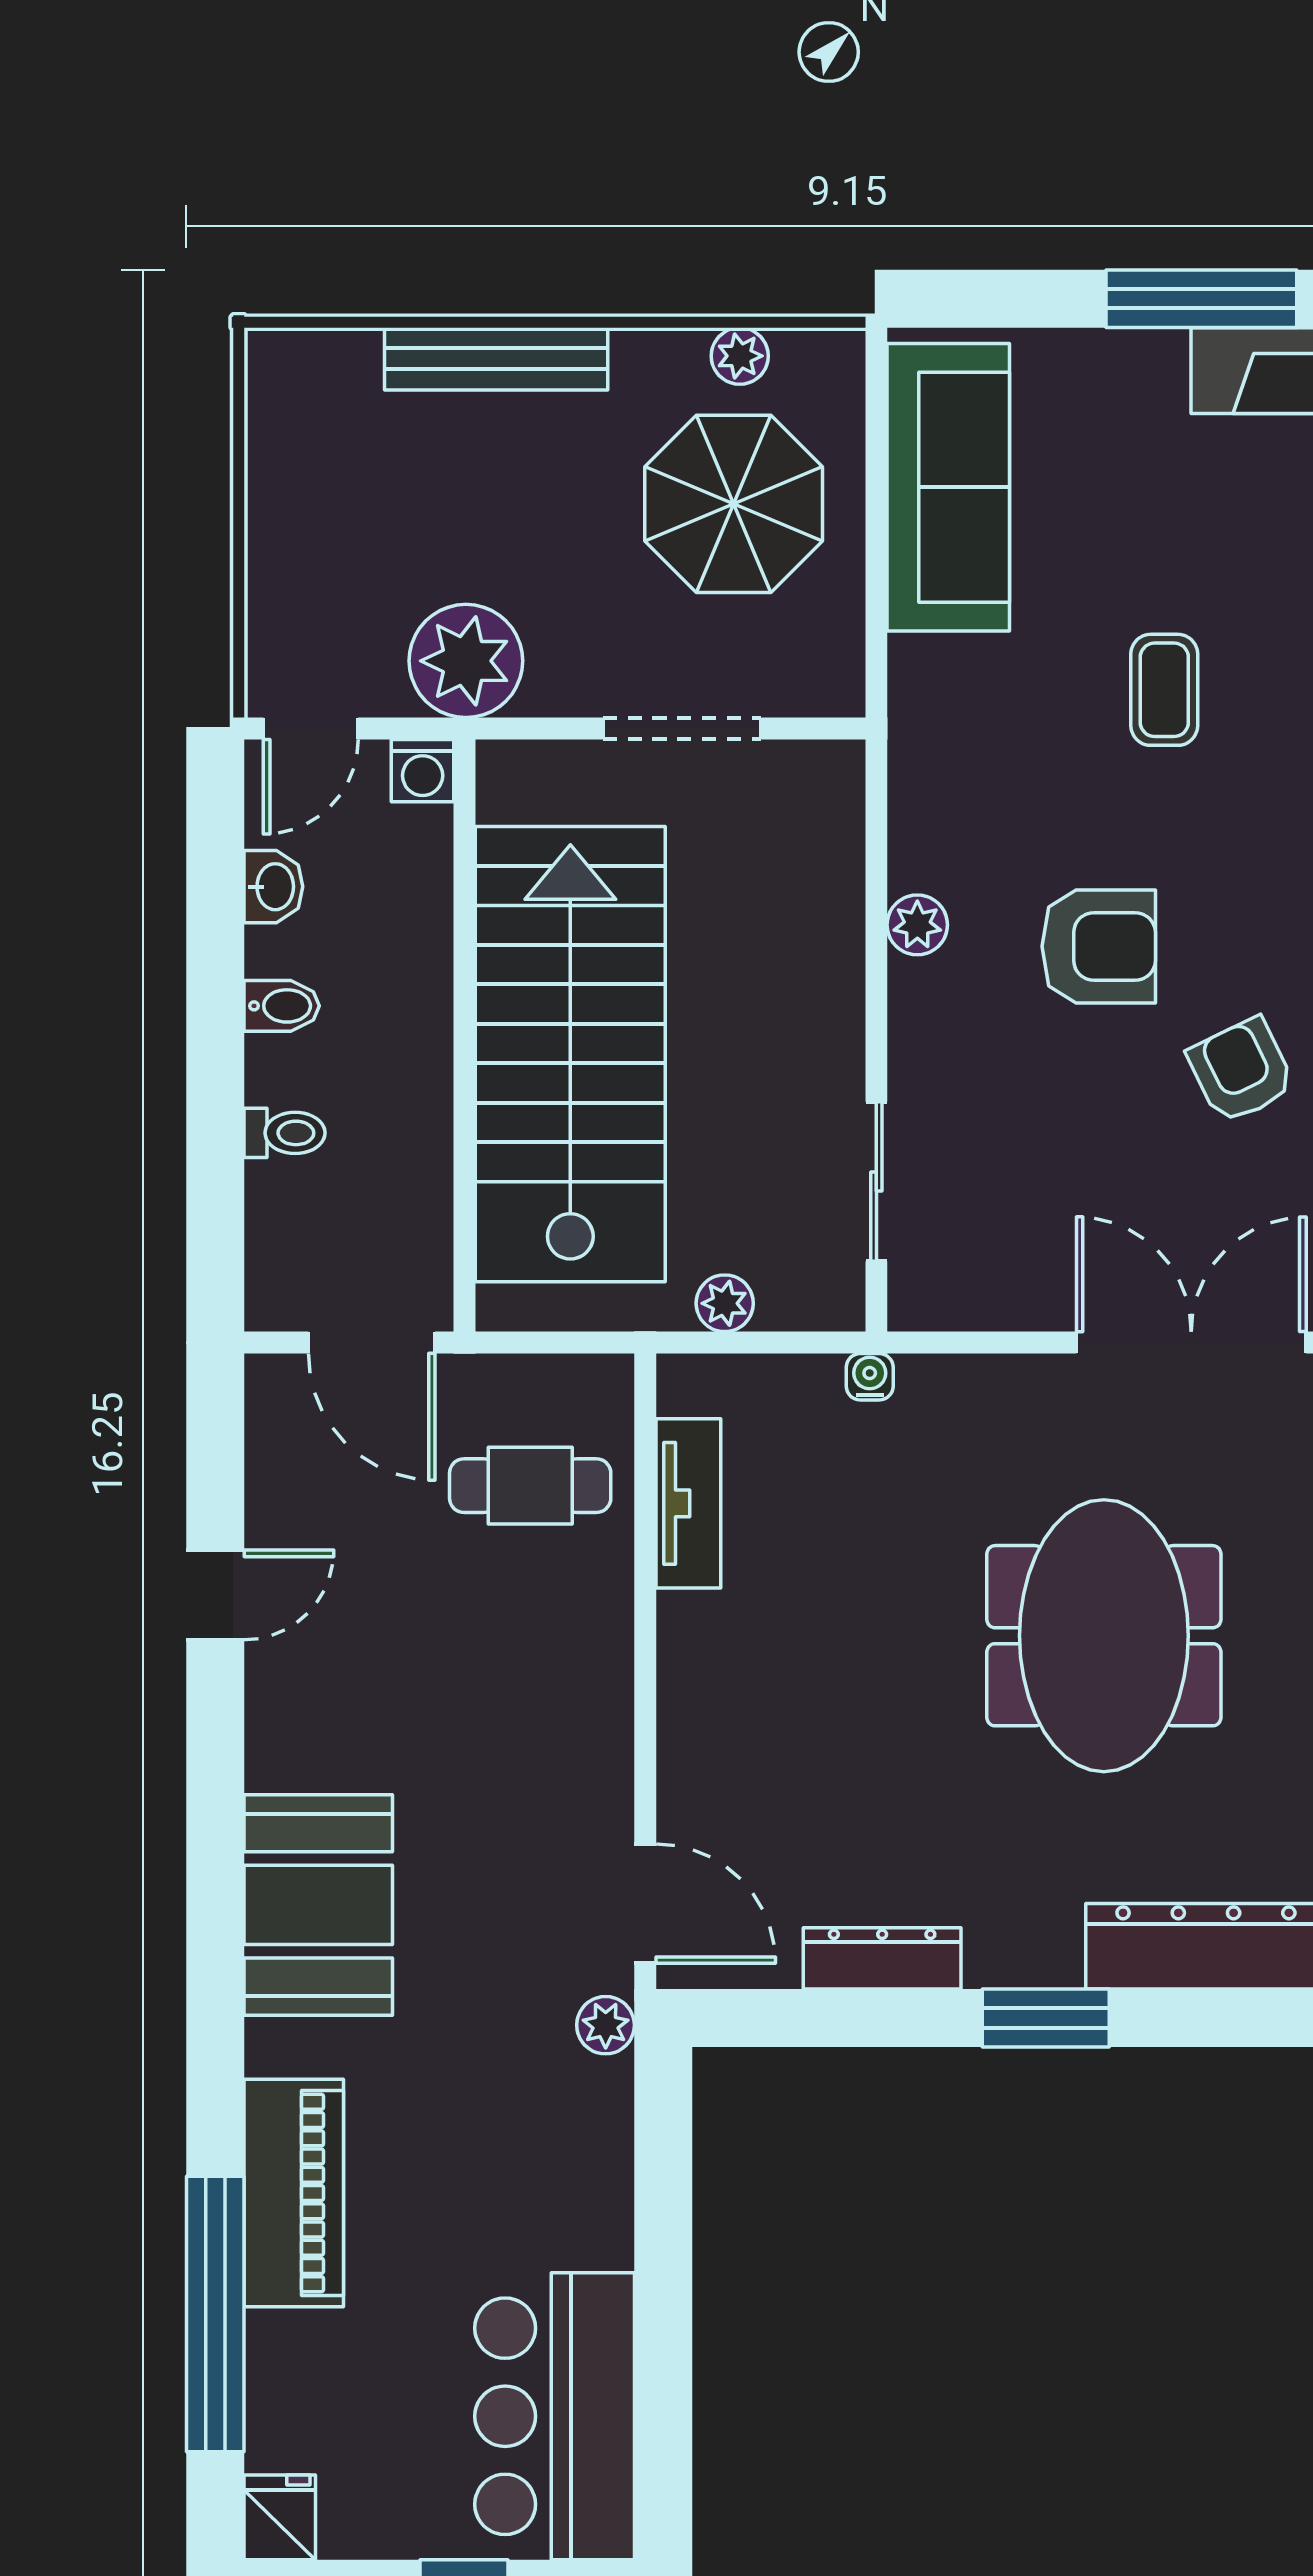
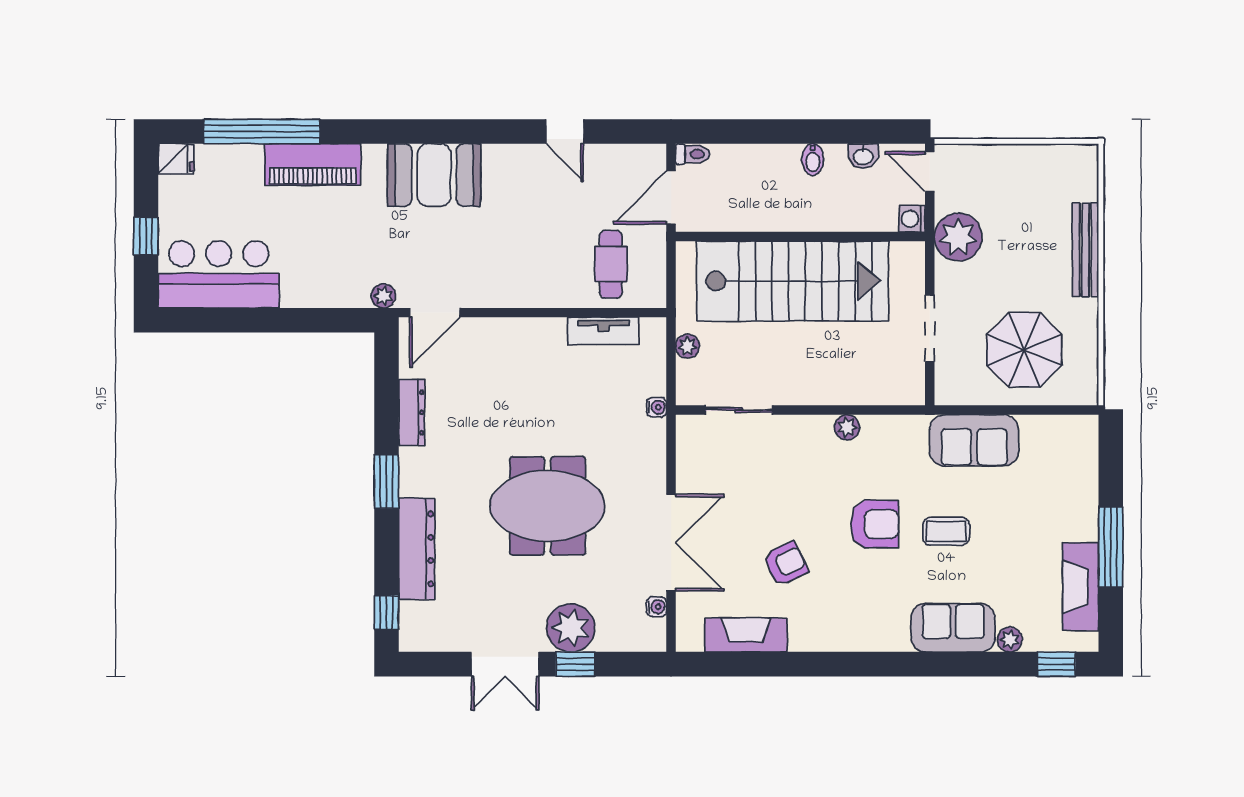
plant: (740, 356) -> (1087, 352), removed
sofa: (948, 487) -> (974, 440), moved, width x0.73
armchair: (1099, 946) -> (875, 524), moved, turned -90
toilet: (285, 1133) -> (693, 154), moved, turned -90

